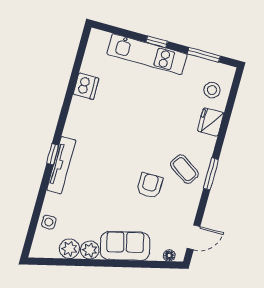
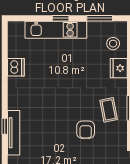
coffee table: (184, 169) -> (109, 110), turned 45
armchair: (150, 186) -> (86, 130), turned 180

